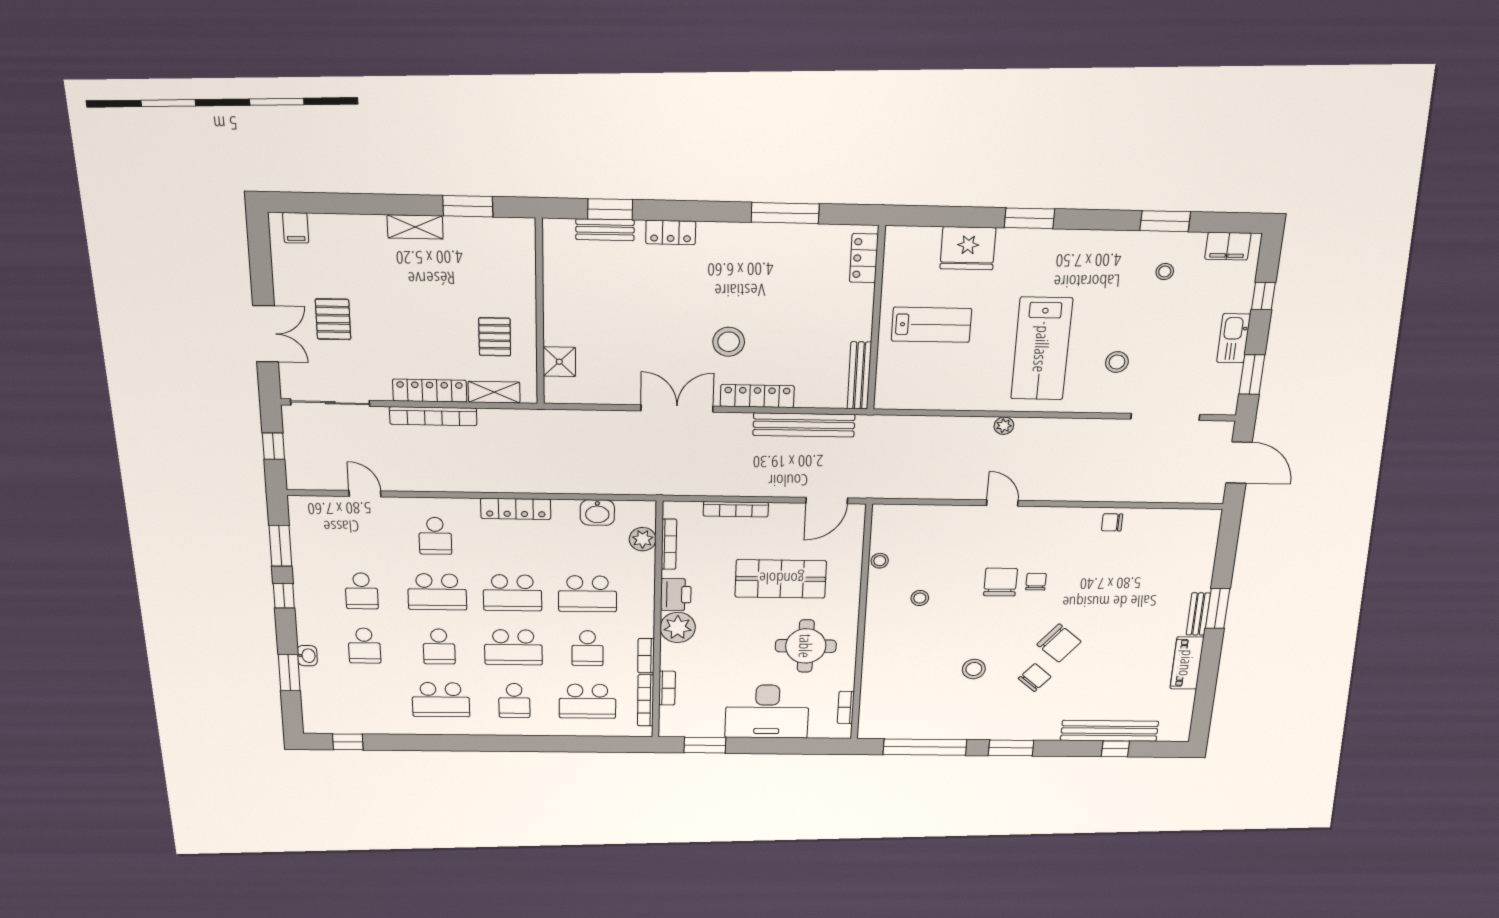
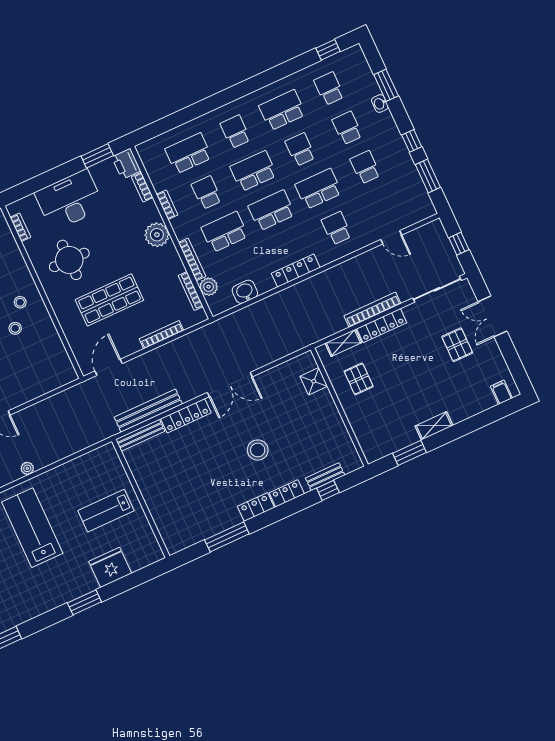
window: (610, 209) -> (328, 490), width x0.67
locker: (864, 258) -> (256, 507), moved, turned -90
stool: (729, 342) -> (258, 450), moved
bench: (859, 375) -> (140, 435), moved, turned 90
stool: (880, 561) -> (20, 302), moved
printer: (676, 595) -> (126, 164), moved
school desk: (367, 699) -> (329, 89), added
bookcase: (646, 700) -> (192, 259), moved

